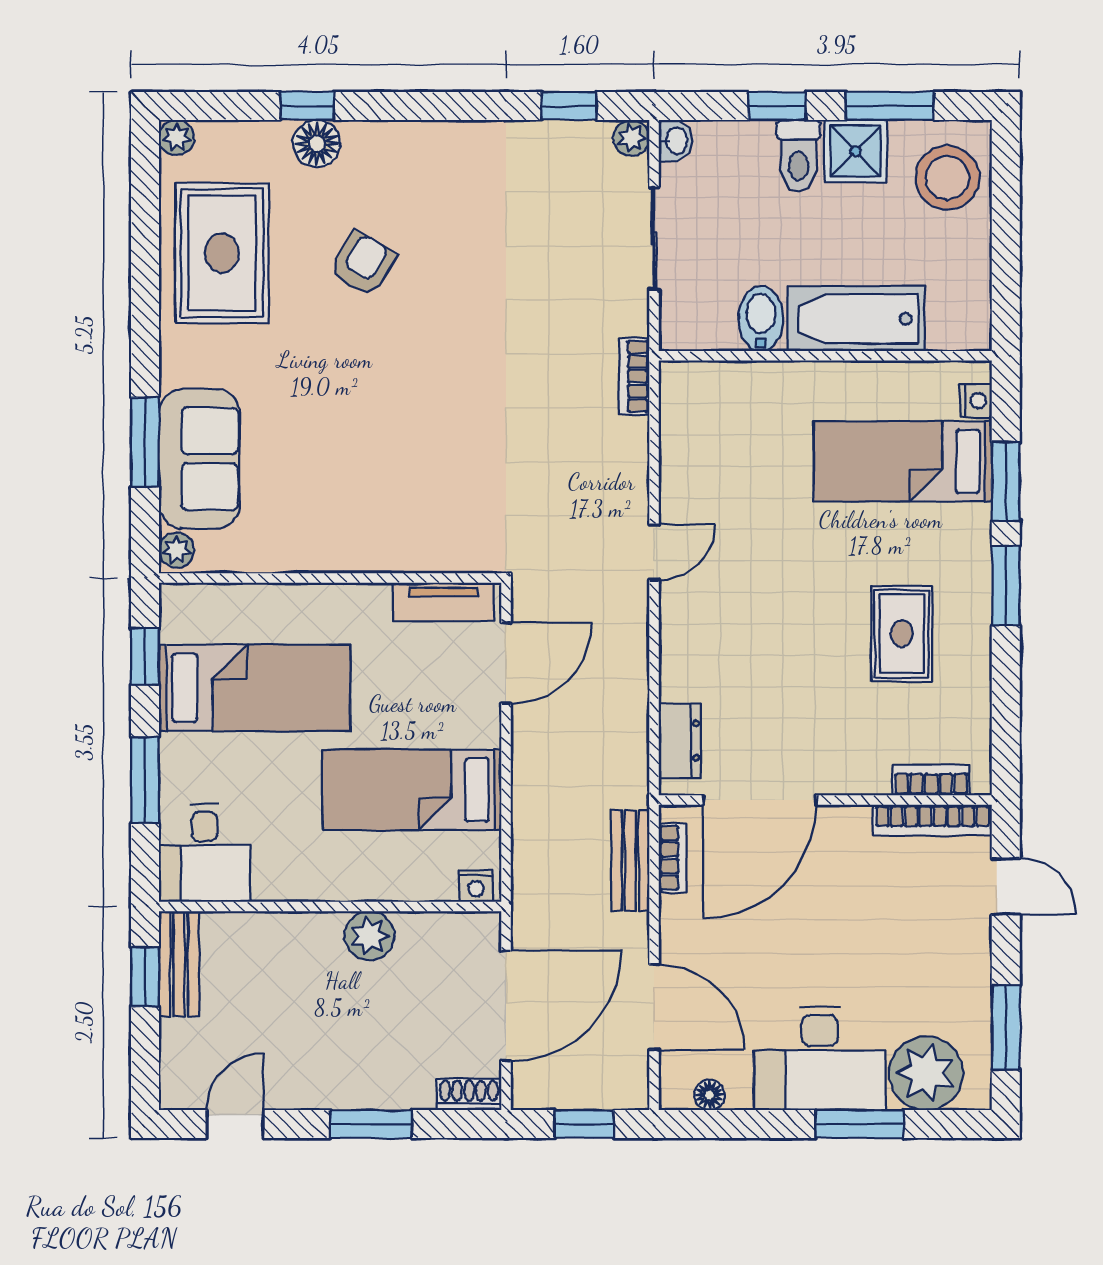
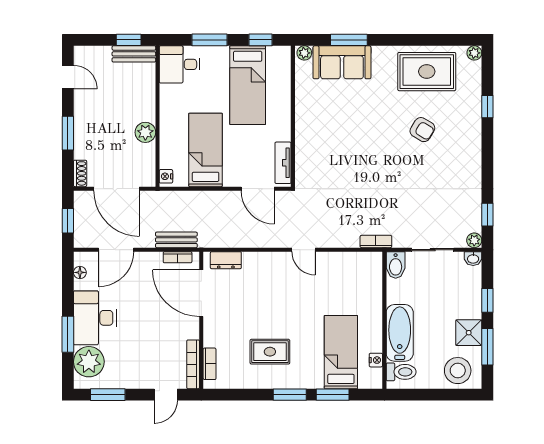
floor lamp: (317, 144) -> (472, 111), removed
toilet: (799, 156) -> (401, 372), moved, turned 180
bidet: (761, 319) -> (396, 265), moved, turned 90
nightstand: (976, 401) -> (376, 360), moved, turned -90

